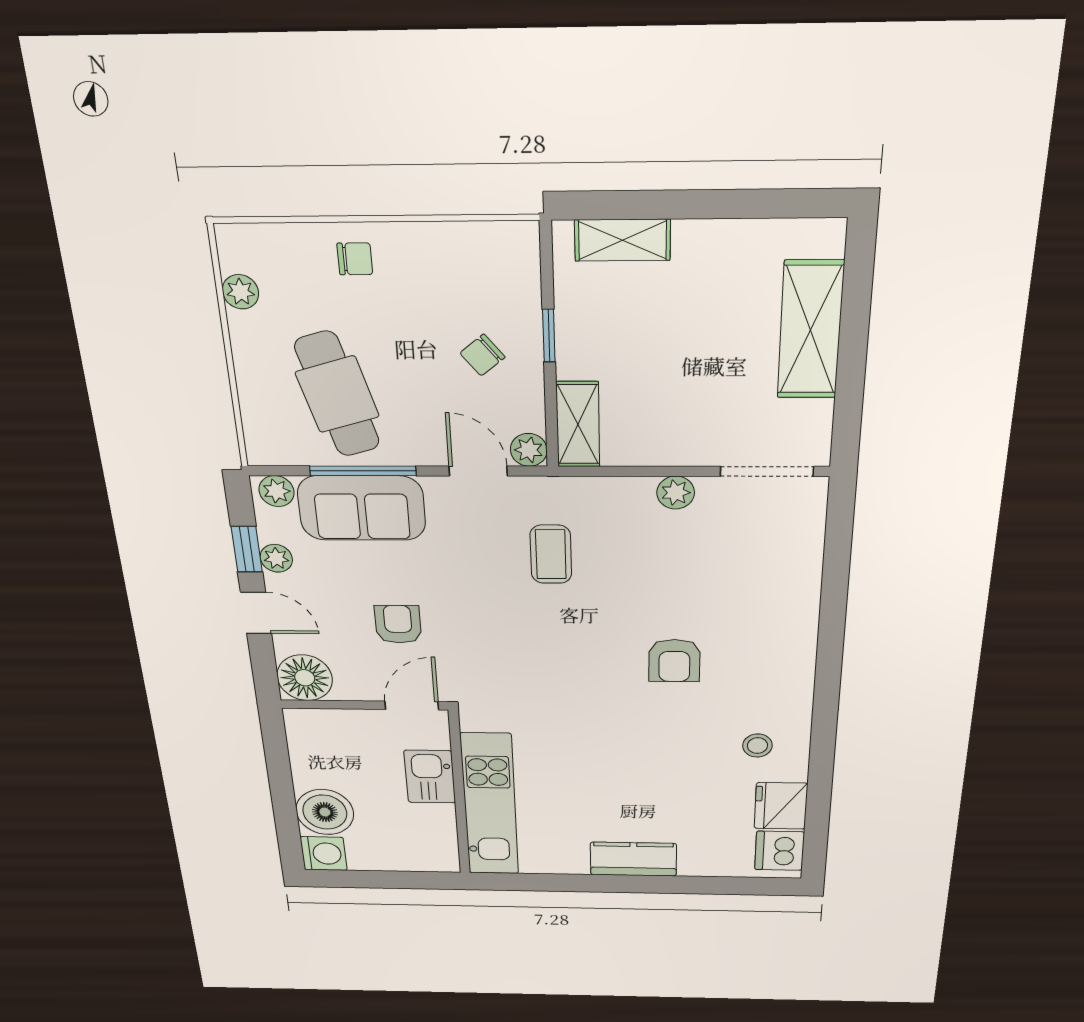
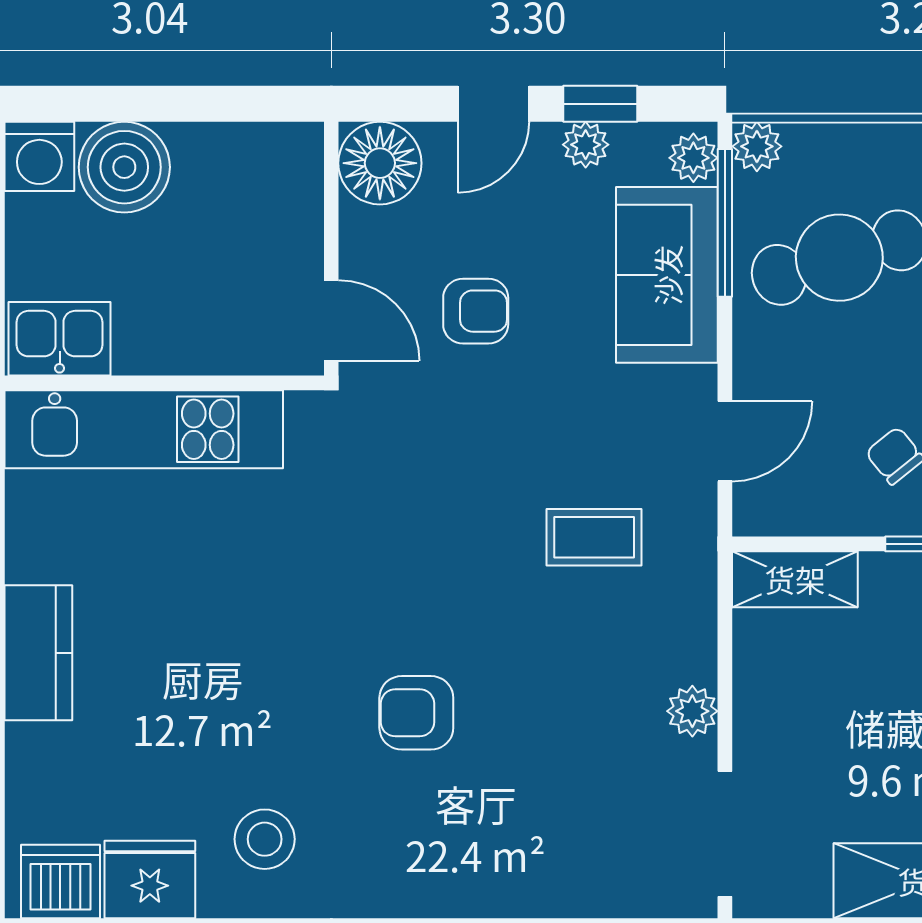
plant: (529, 450) -> (757, 146), moved
window: (363, 471) -> (725, 223), moved
stool: (757, 746) -> (265, 839), width x1.37, depth x1.37
kitchen sink: (430, 777) -> (60, 339), moved

